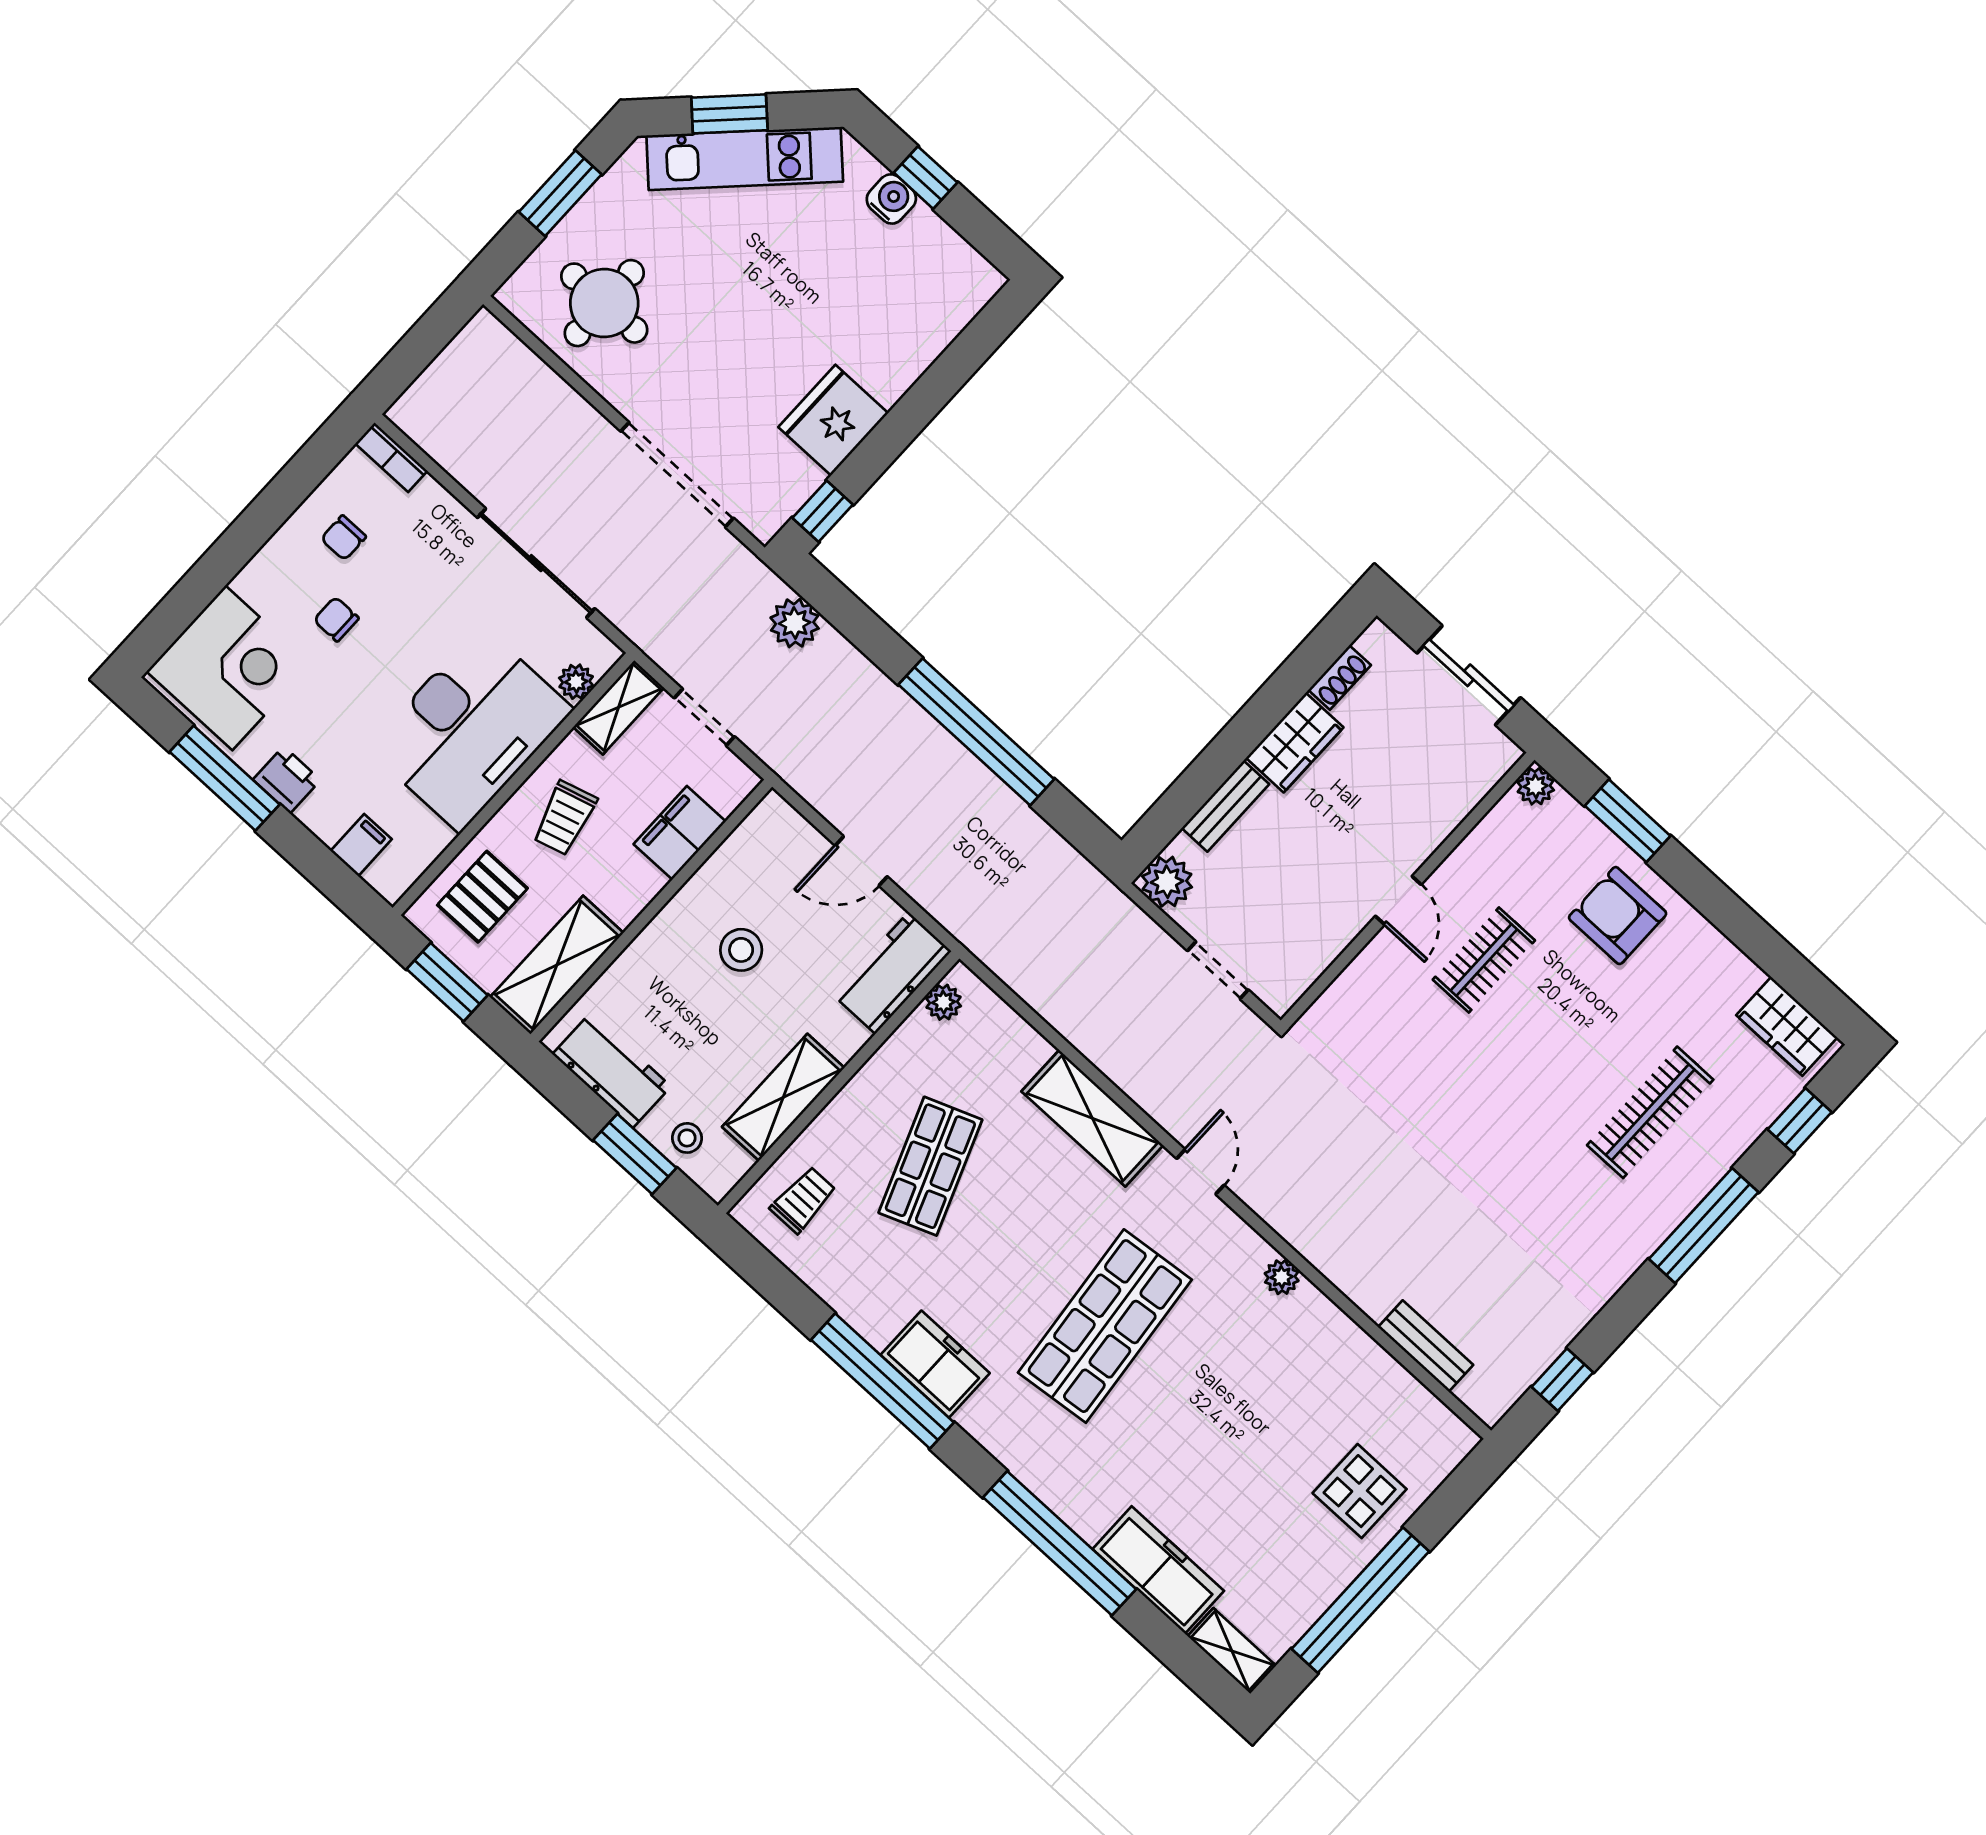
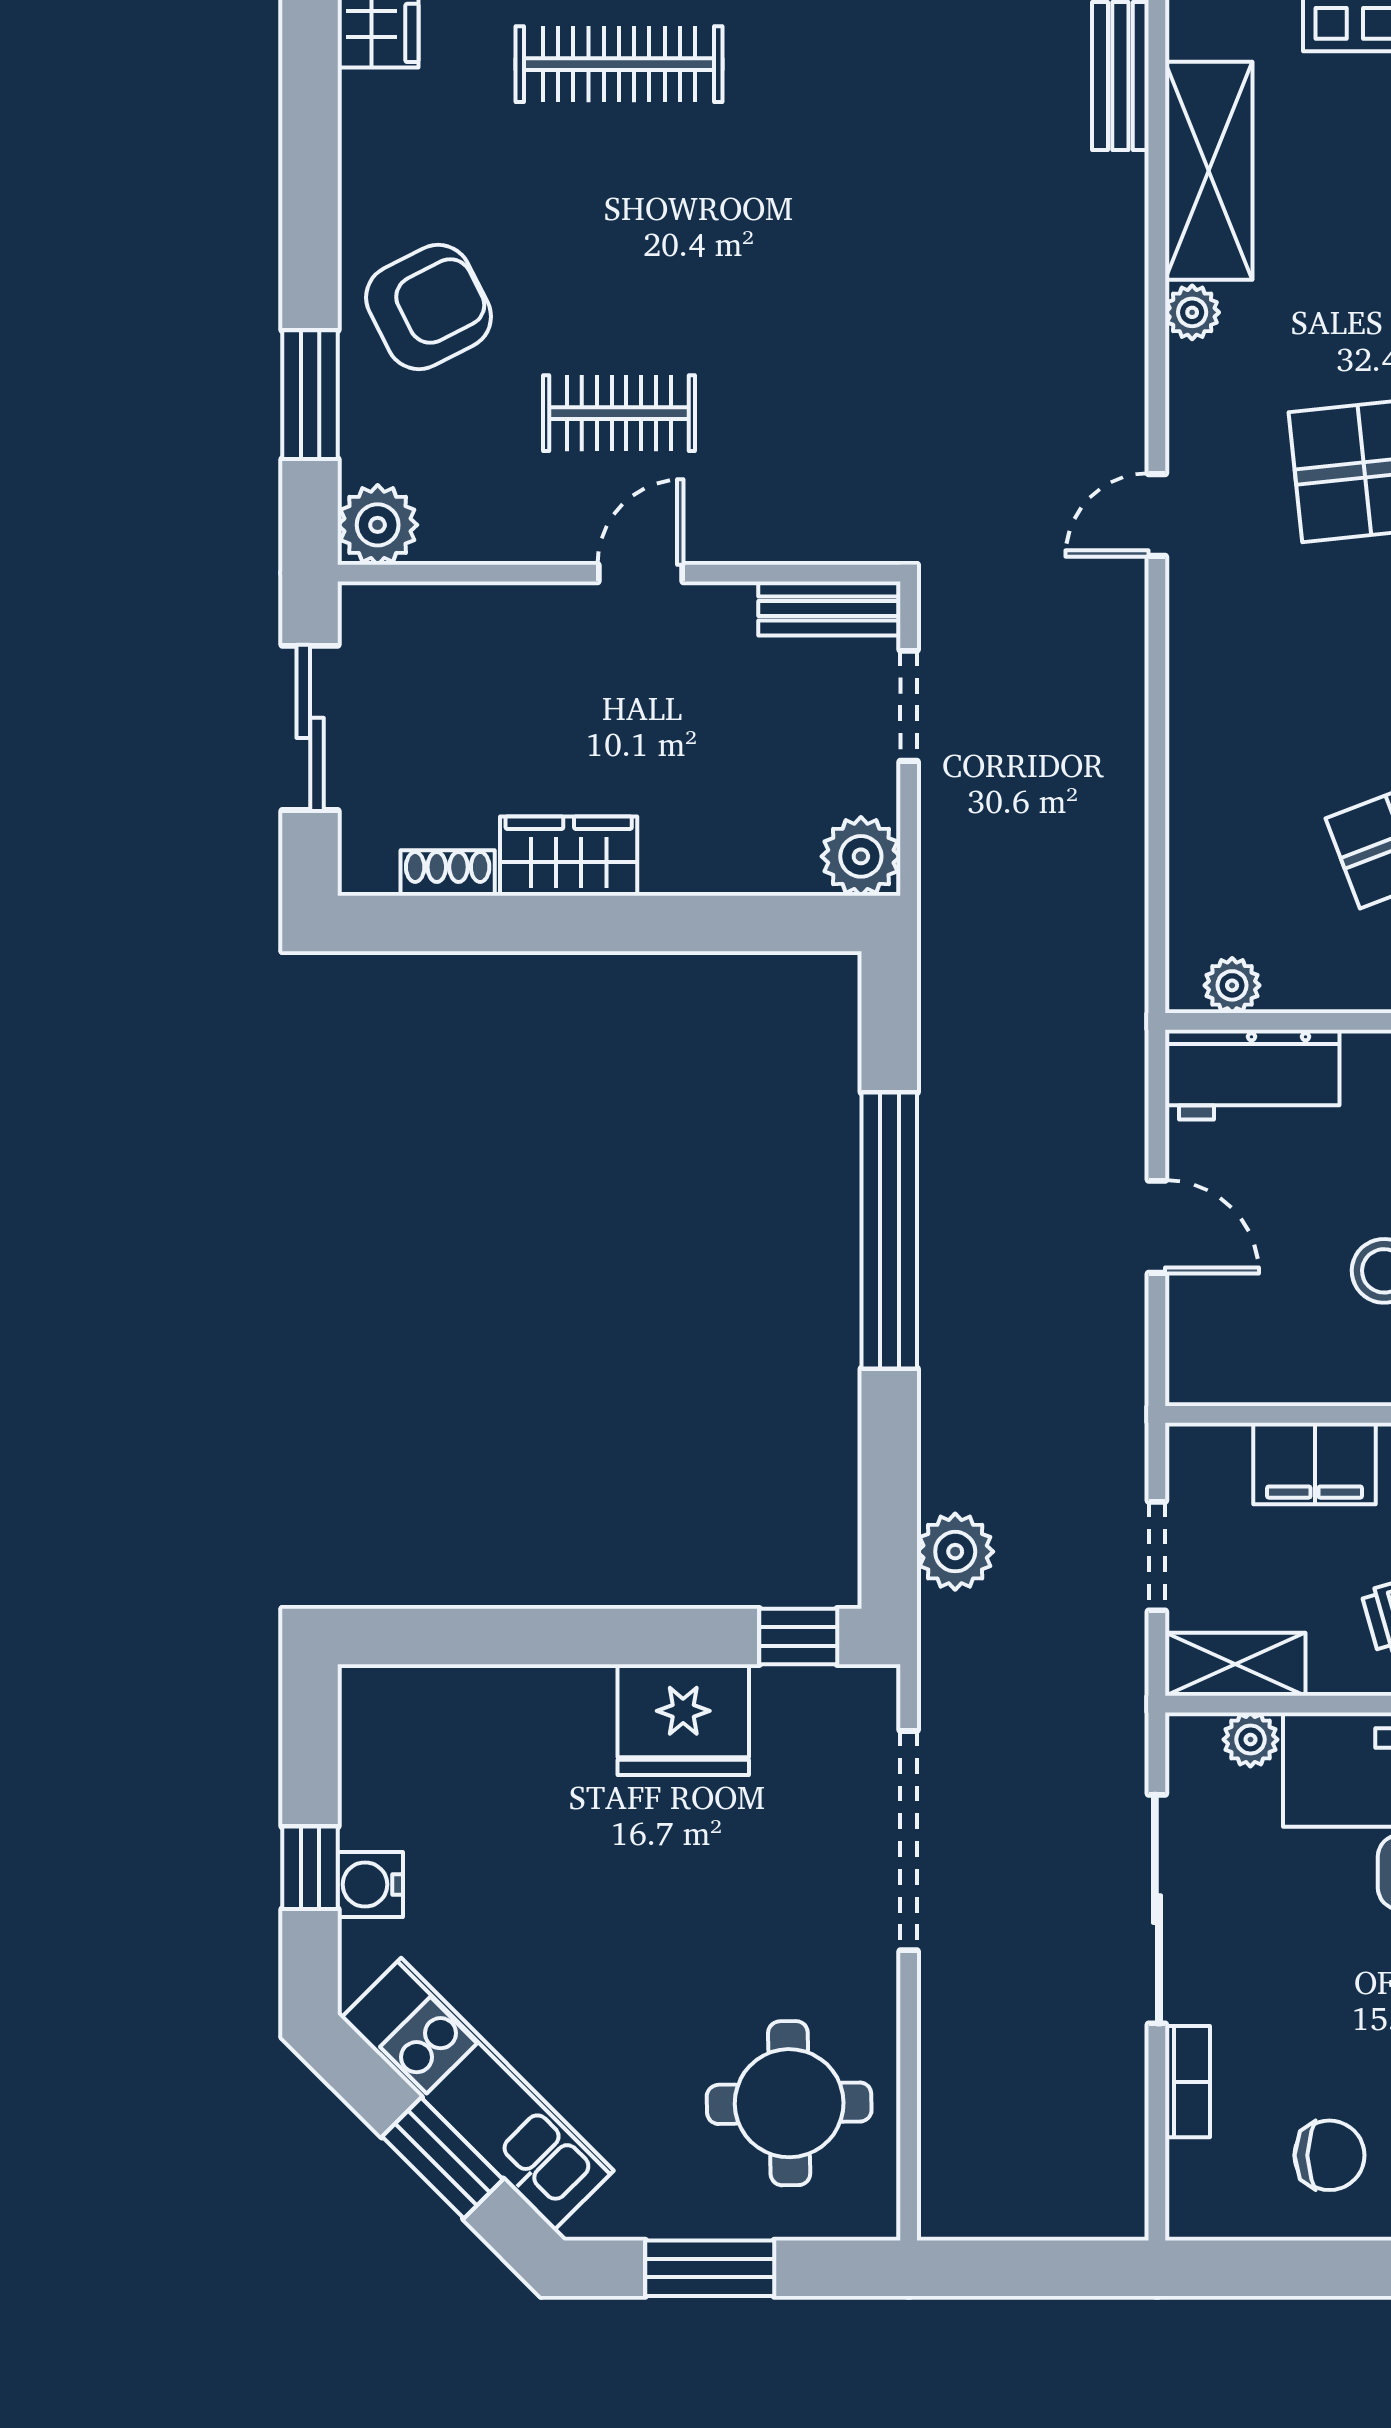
bookcase: (391, 457) -> (1187, 2082), moved
chair: (343, 538) -> (1329, 2155), width x1.37, depth x1.37
plant: (1536, 786) -> (378, 525), width x1.38, depth x1.38
bench: (1225, 806) -> (829, 608), moved
armchair: (1618, 916) -> (429, 307), turned -117
shelving: (1092, 1118) -> (1209, 171), moved

